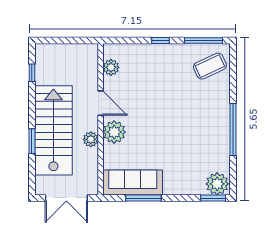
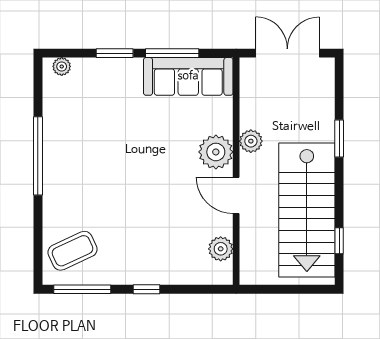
stairs: (53, 130) -> (307, 210), moved
plant: (217, 184) -> (62, 66), width x0.53, depth x0.53
window: (213, 198) -> (115, 53), moved

